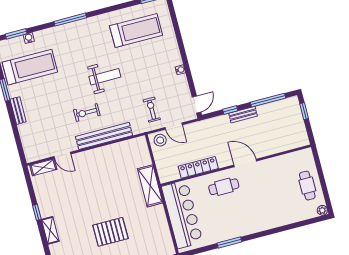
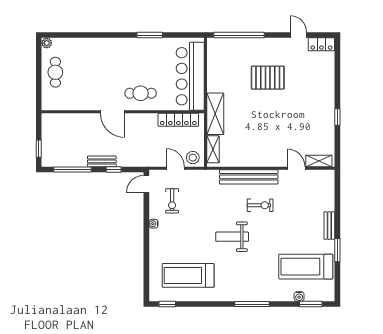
exercise bike: (152, 110) -> (172, 201), moved
locker: (198, 167) -> (178, 120), moved
shelving: (50, 230) -> (213, 149), moved

